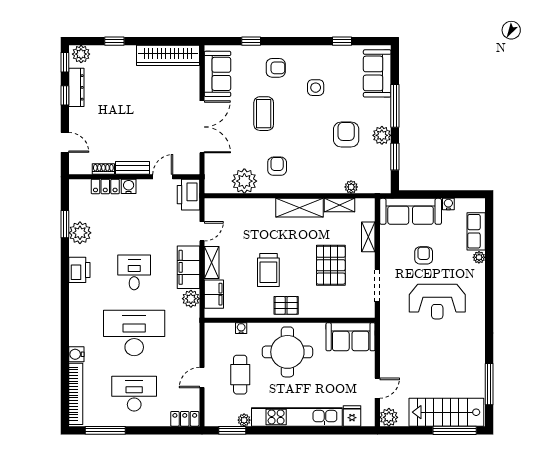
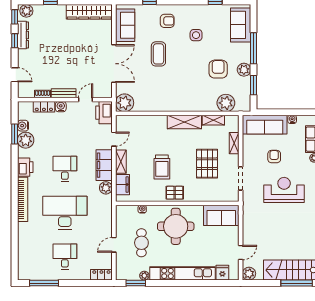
armchair: (277, 166) -> (168, 92), removed
plant: (244, 181) -> (125, 103), moved
plant: (351, 187) -> (226, 103), width x1.87, depth x1.87
reception desk: (437, 302) -> (284, 190), turned 180
water cooler: (76, 354) -> (23, 126), moved
bookcase: (76, 394) -> (23, 199), moved
desk: (134, 394) -> (65, 257), width x0.73

